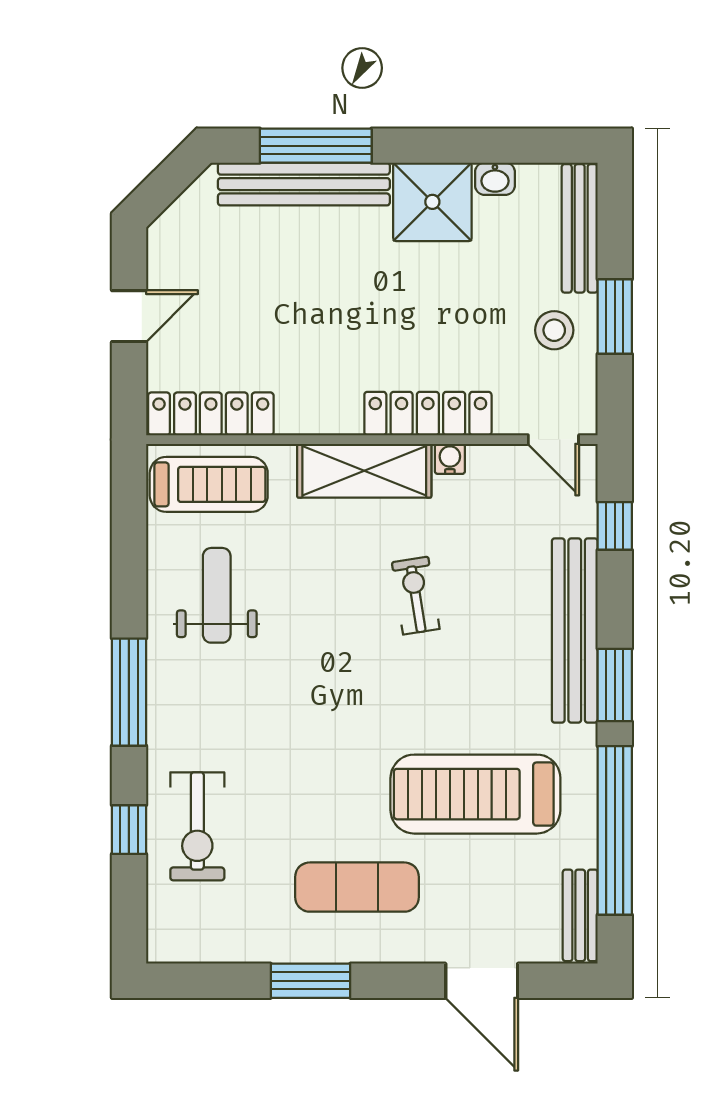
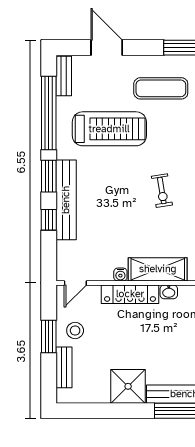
washbasin: (495, 179) -> (169, 292), moved, turned 180
bench: (580, 228) -> (64, 367), width x0.73
door: (553, 440) -> (75, 283), swing flipped
window: (615, 526) -> (49, 220), moved
exercise bike: (416, 596) -> (162, 191), moved

